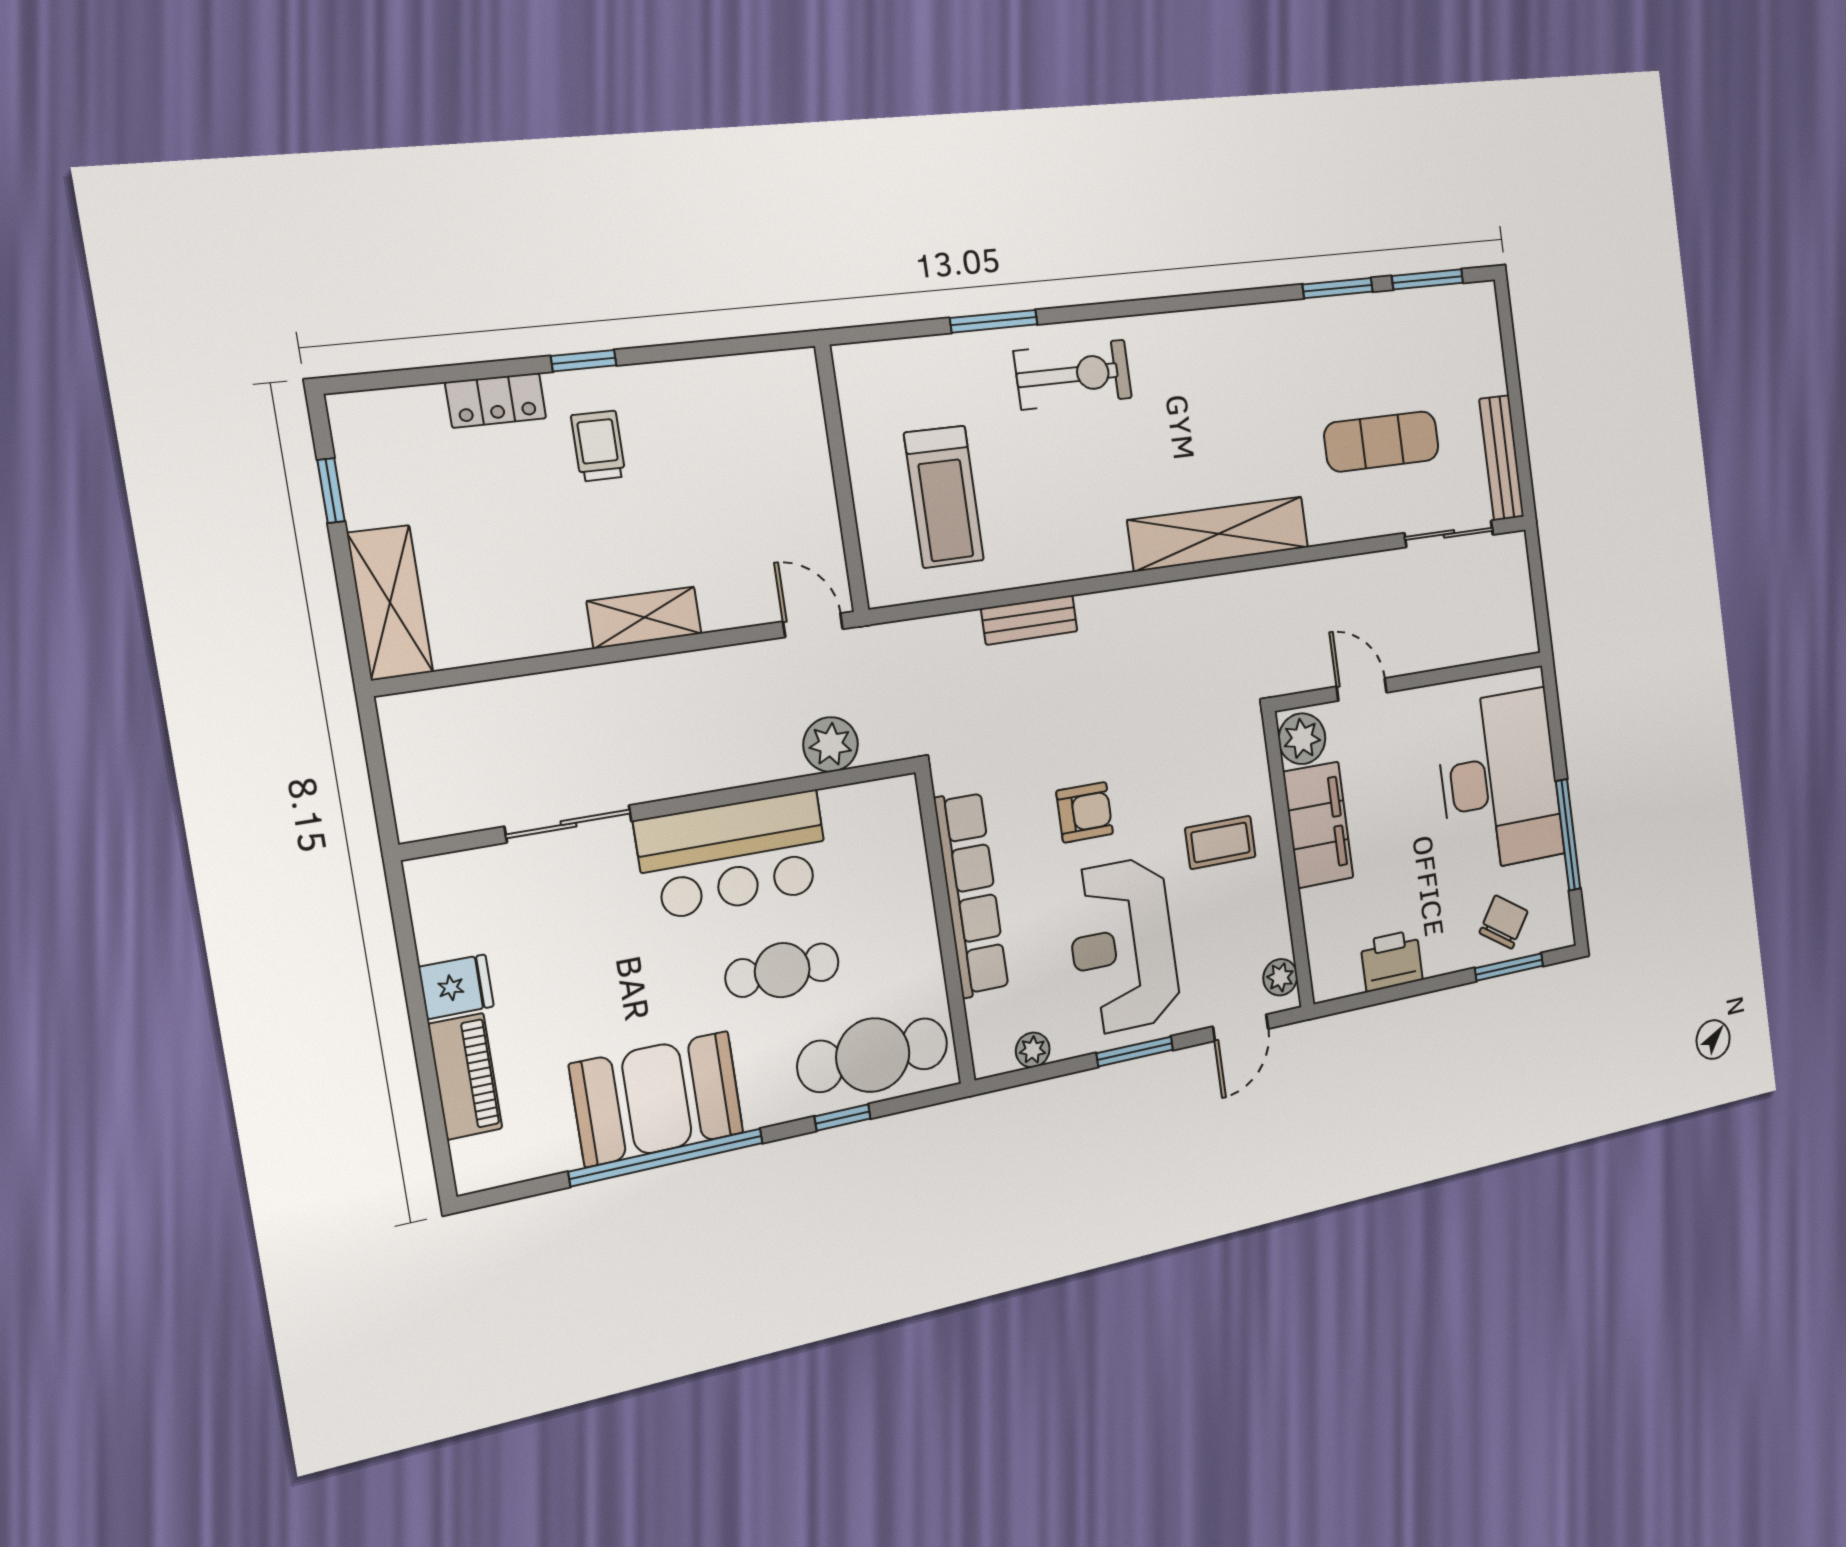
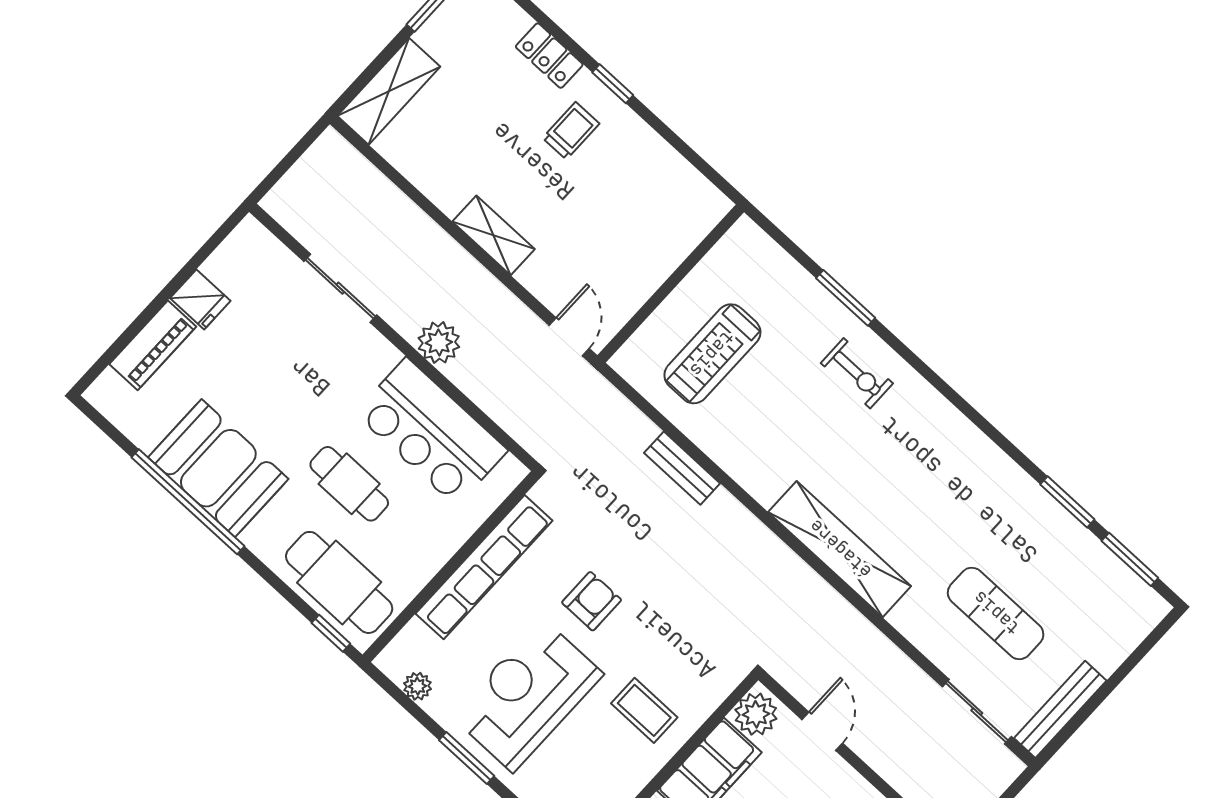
exercise bike: (1073, 375) -> (857, 373), width x0.73, depth x0.72
plant: (831, 744) -> (439, 343), moved
armchair: (1085, 812) -> (592, 601), turned -90
bar counter: (733, 855) -> (431, 432), moved
window: (843, 1118) -> (331, 633), moved

